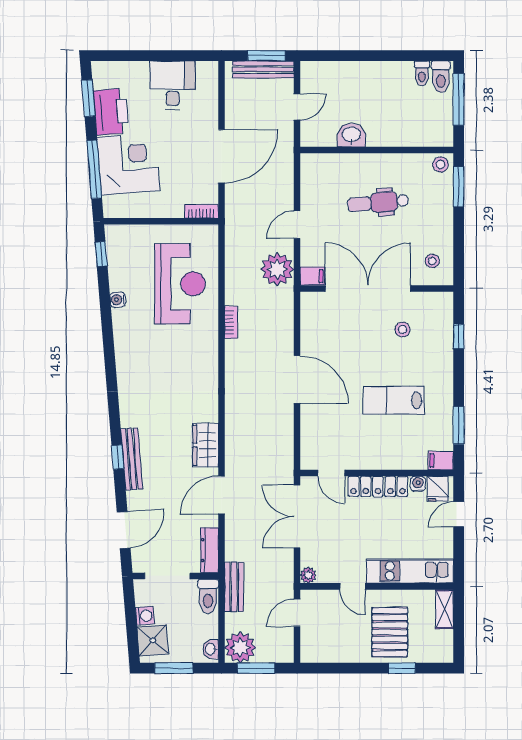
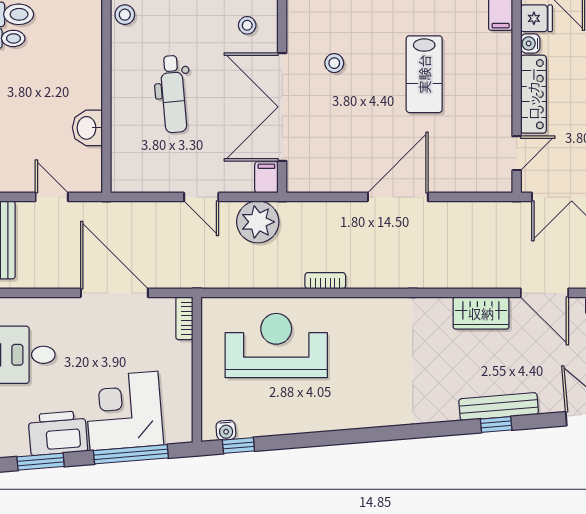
water cooler: (118, 300) -> (226, 430), moved

